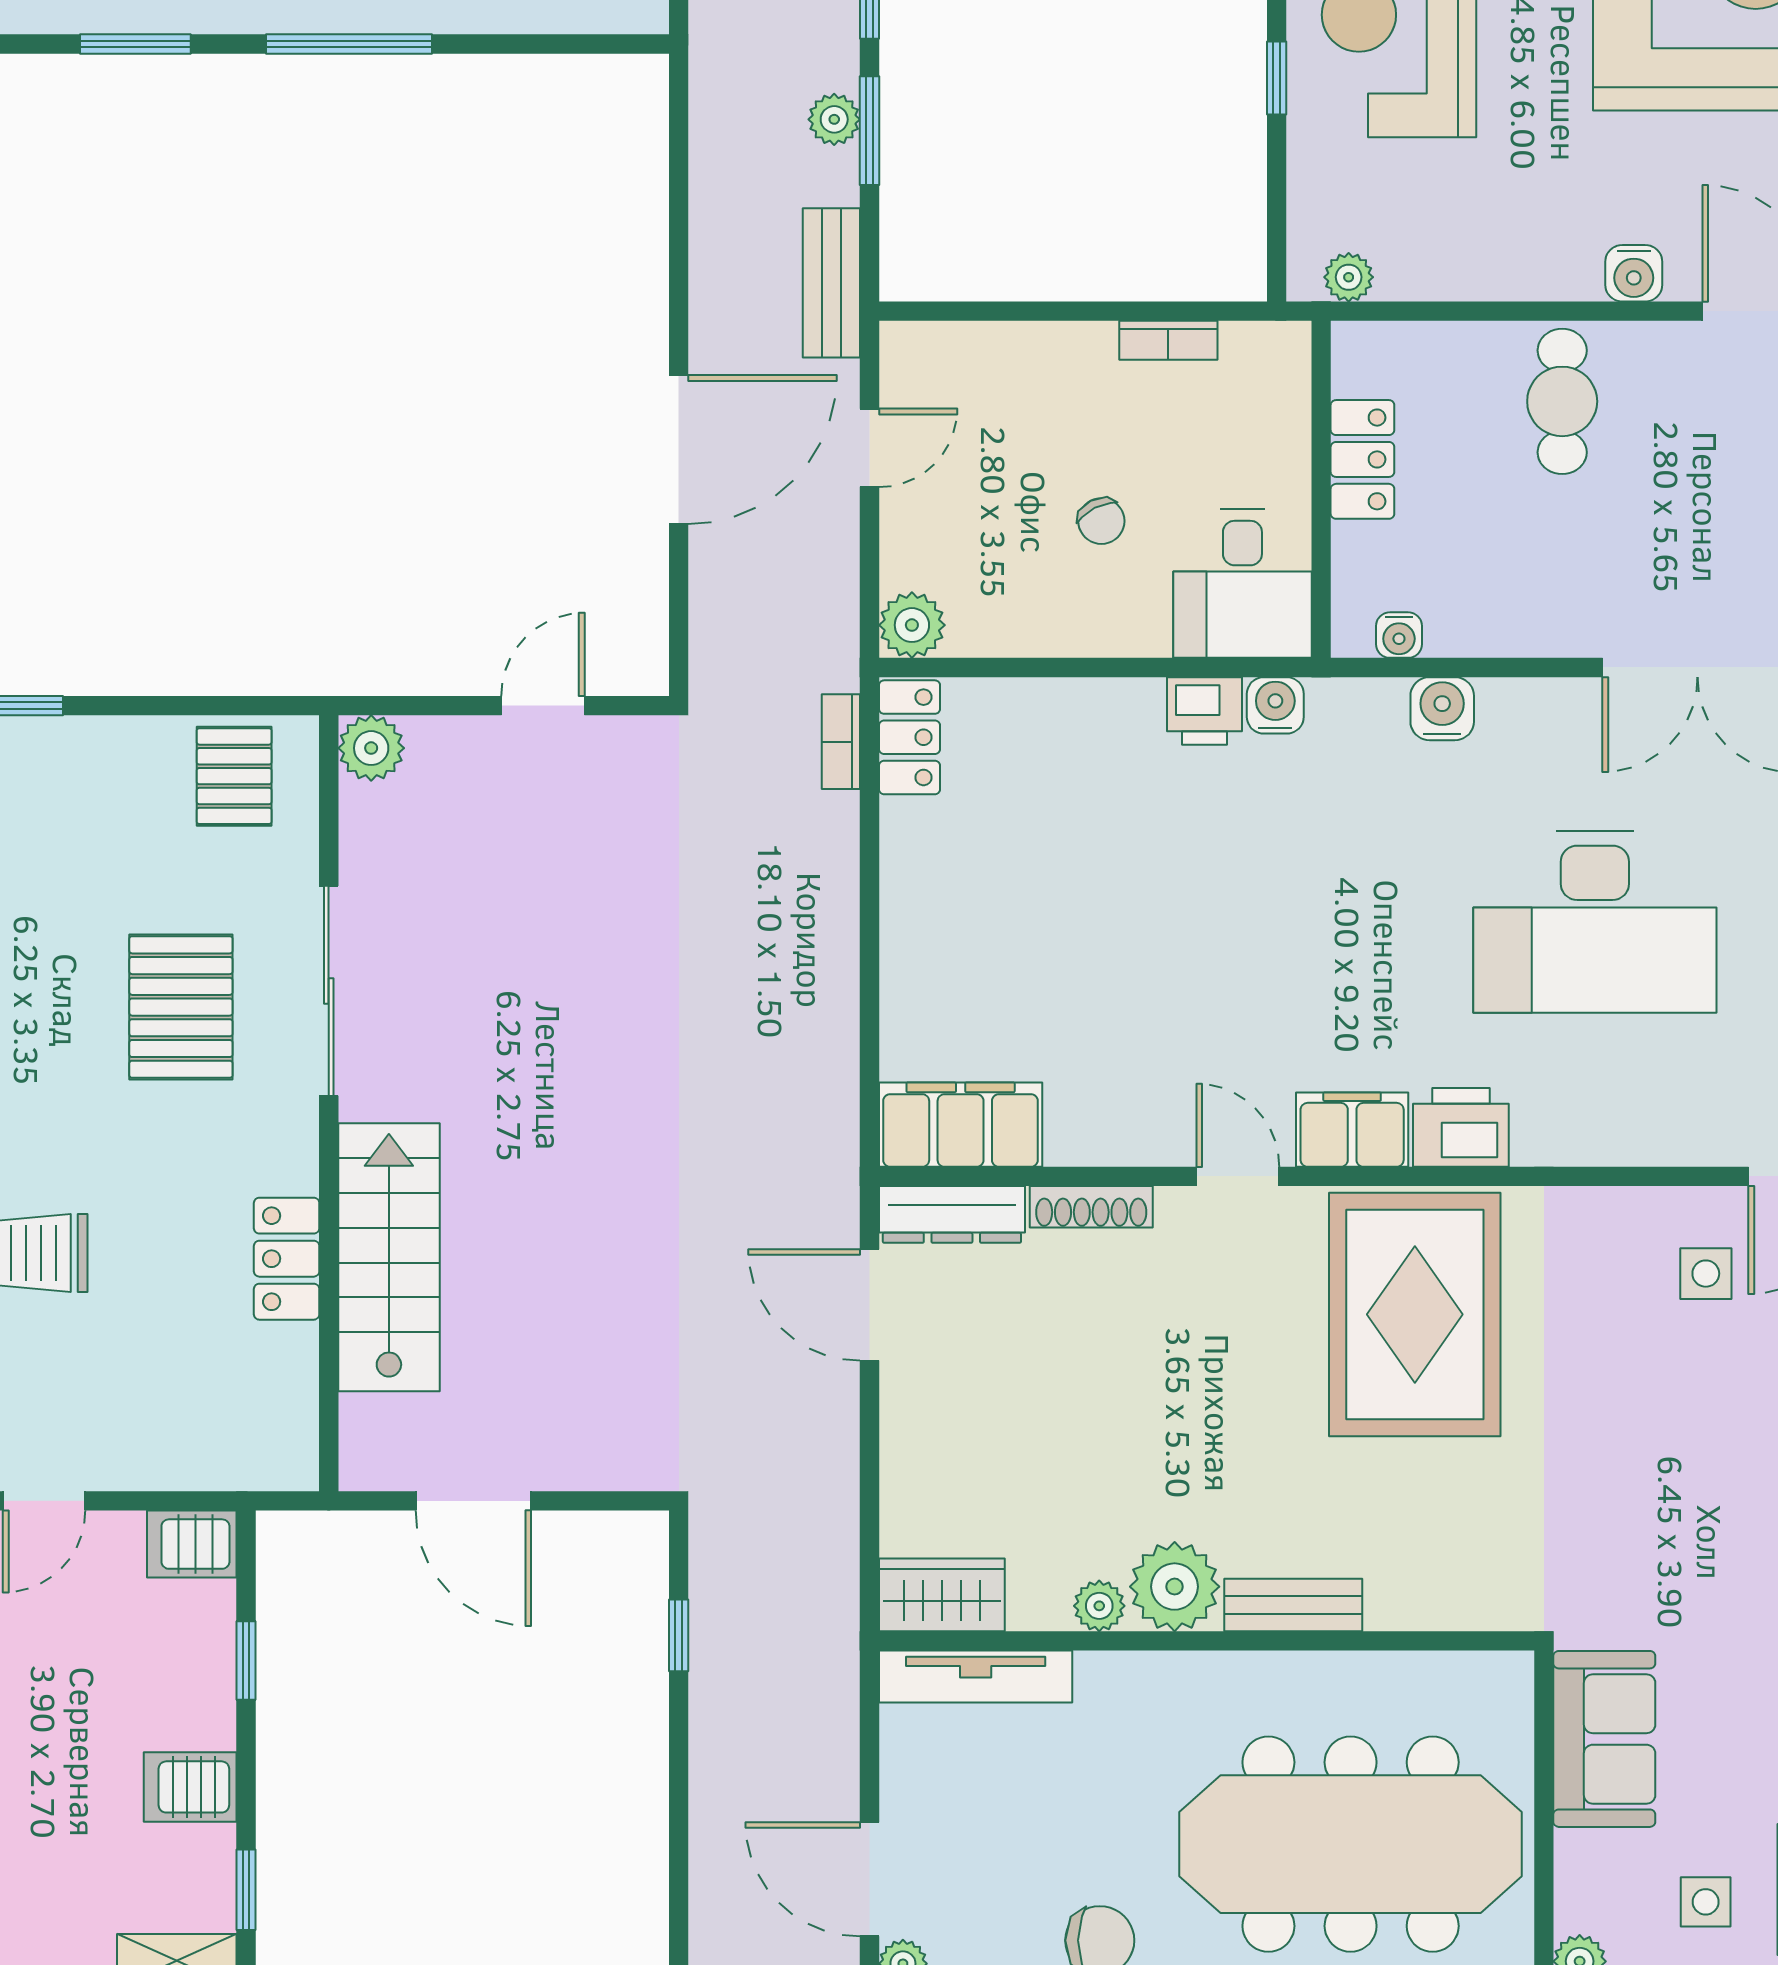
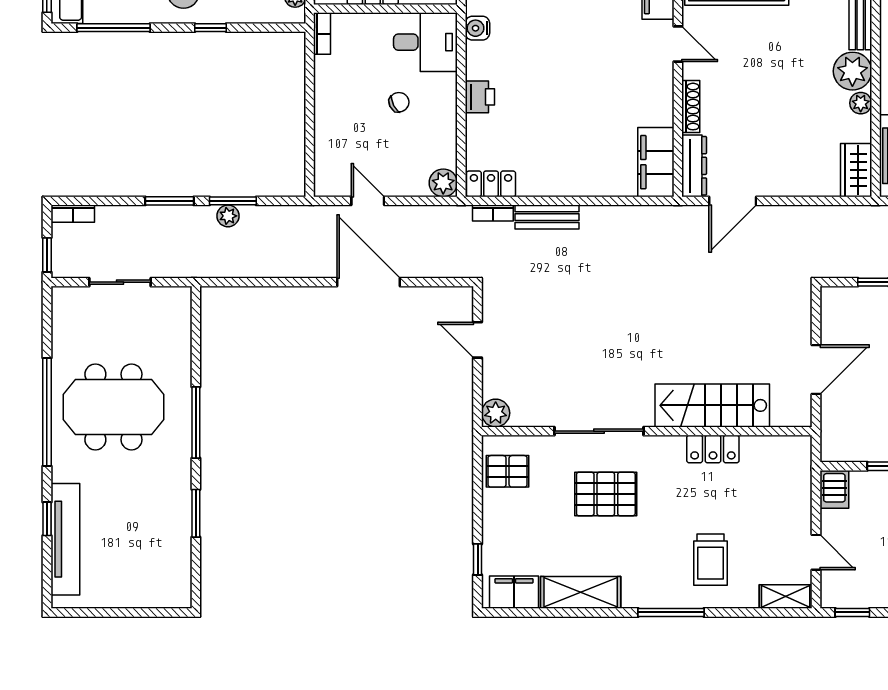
bench: (831, 283) -> (547, 217), moved
bookcase: (1168, 340) -> (322, 34), moved
printer: (1204, 711) -> (480, 97), moved
door: (1238, 1176) -> (678, 44), swing flipped

